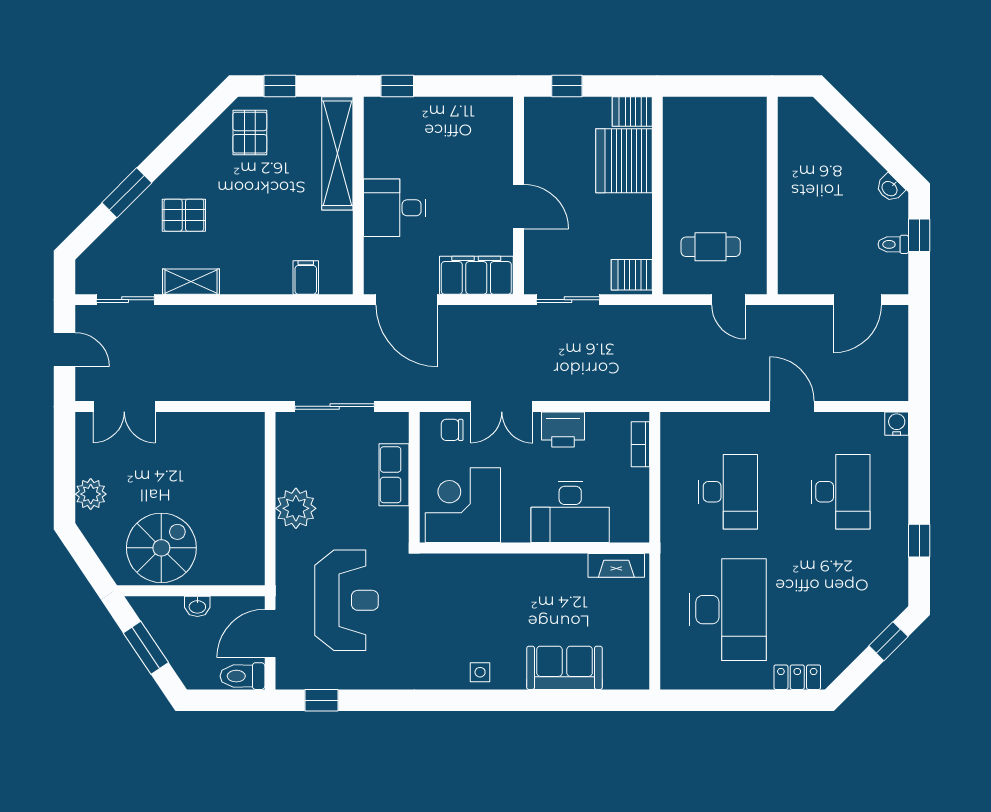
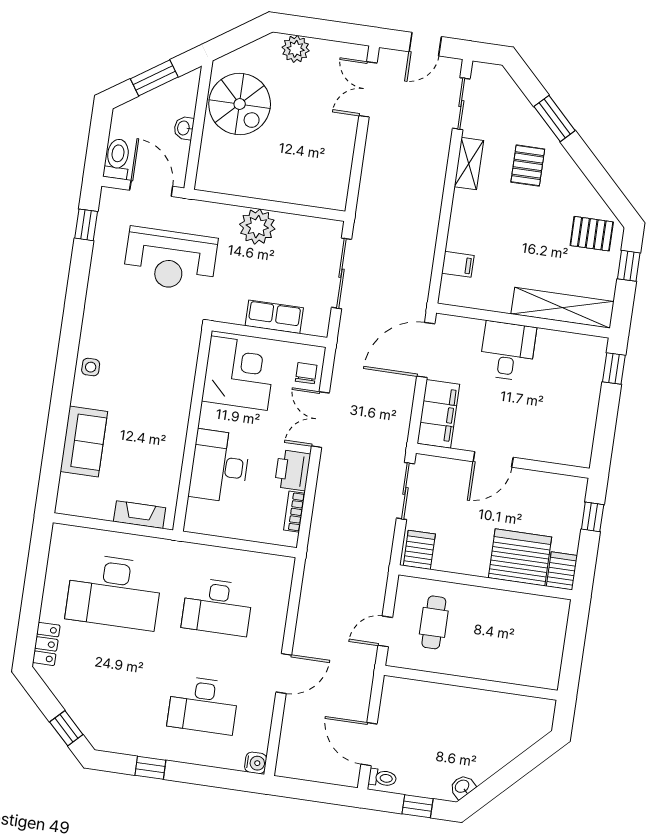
toilet: (893, 244) -> (382, 778), moved, turned 90
bookcase: (640, 444) -> (294, 512), moved, turned -90
fireplace: (616, 565) -> (140, 515), moved, turned 90

